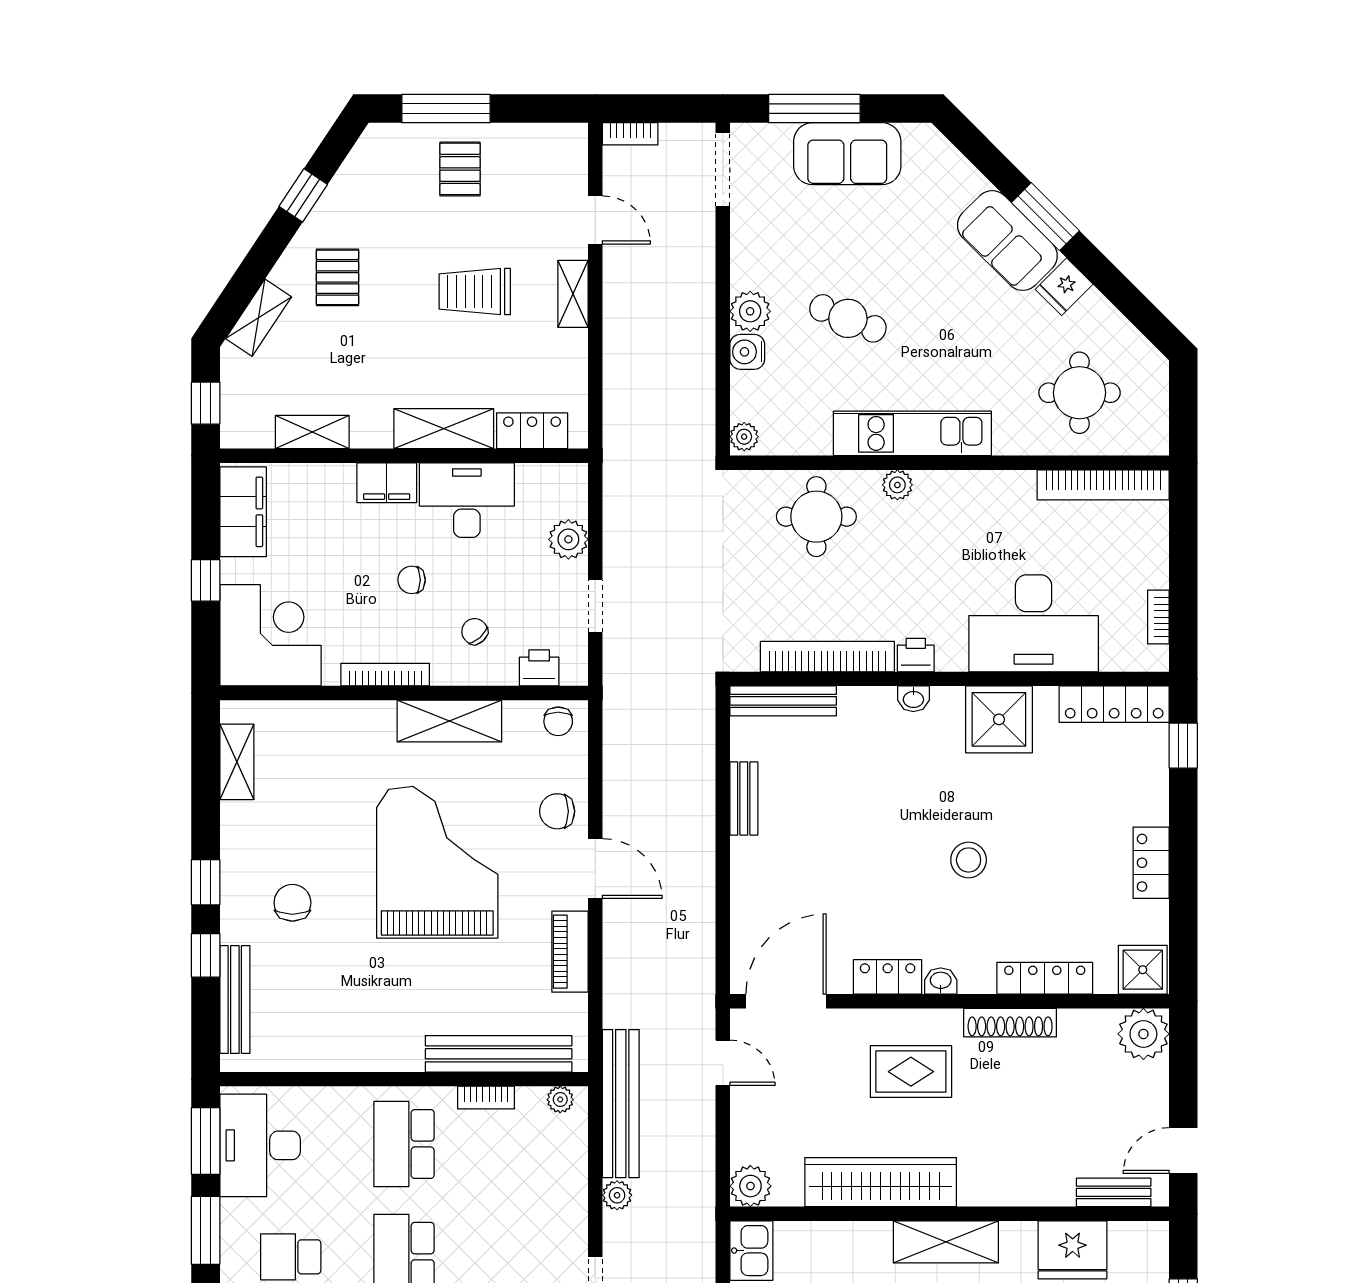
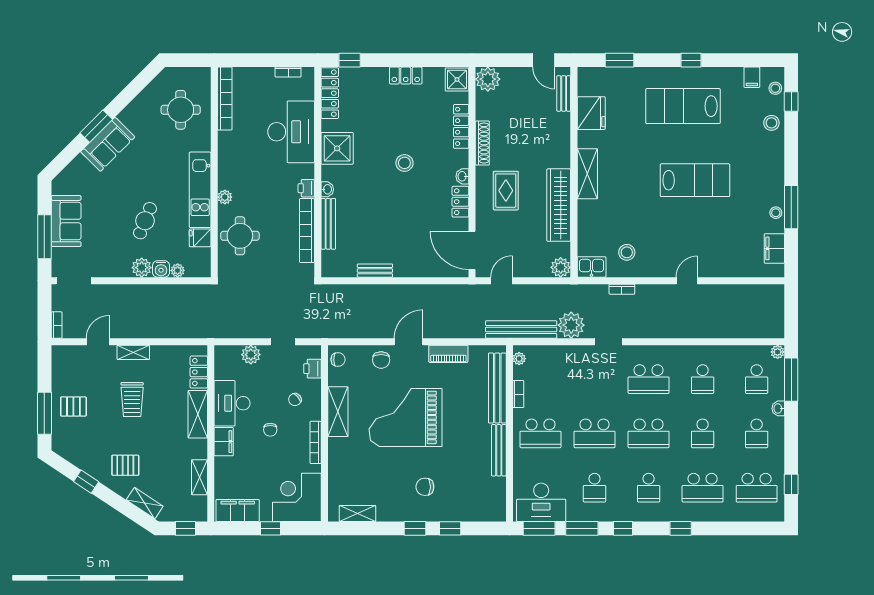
fridge: (1064, 287) -> (200, 238), moved, turned 135
plant: (744, 437) -> (178, 270), moved
bench: (783, 701) -> (328, 224), moved
bench: (235, 1000) -> (499, 450), moved, turned 90
plant: (617, 1195) -> (571, 325), width x1.87, depth x1.87

